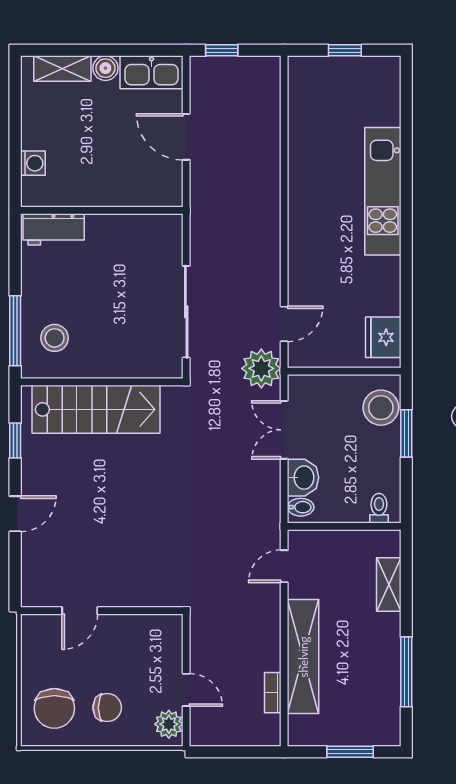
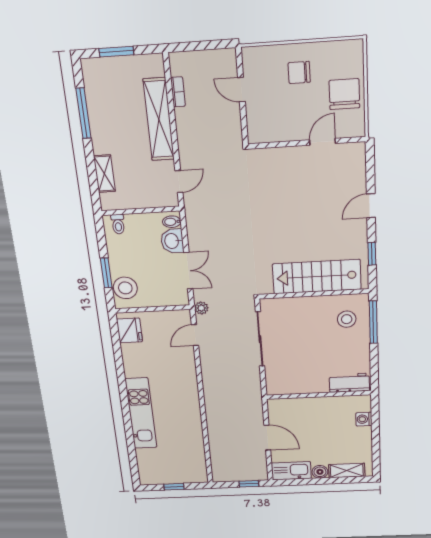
plant: (261, 368) -> (201, 308), width x0.53, depth x0.53
chair: (54, 708) -> (344, 94), moved
plant: (169, 724) -> (253, 63), removed

